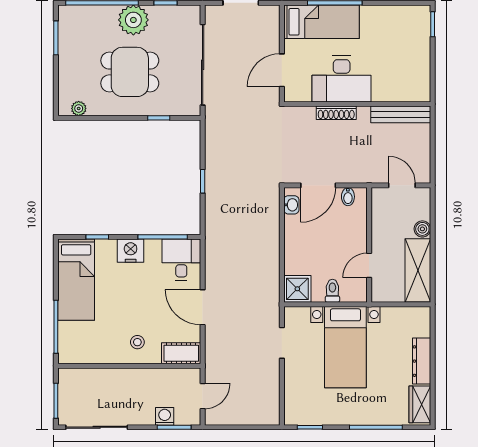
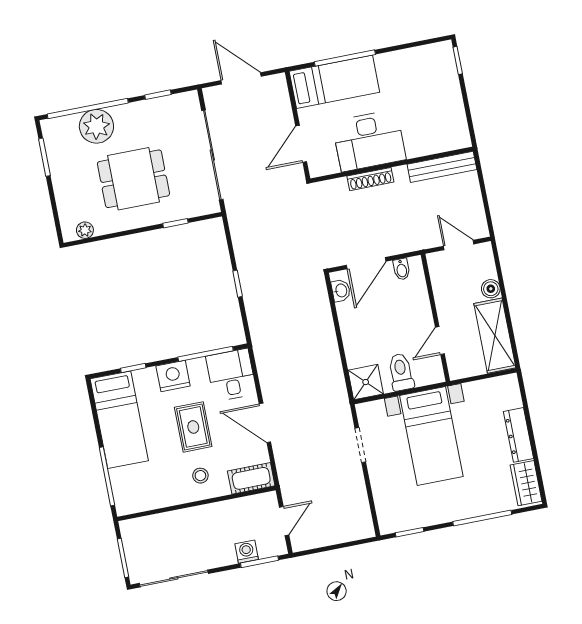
plant: (133, 20) -> (96, 126), moved
toilet: (332, 291) -> (401, 372), width x1.37, depth x1.39
rug: (139, 299) -> (193, 427), added

